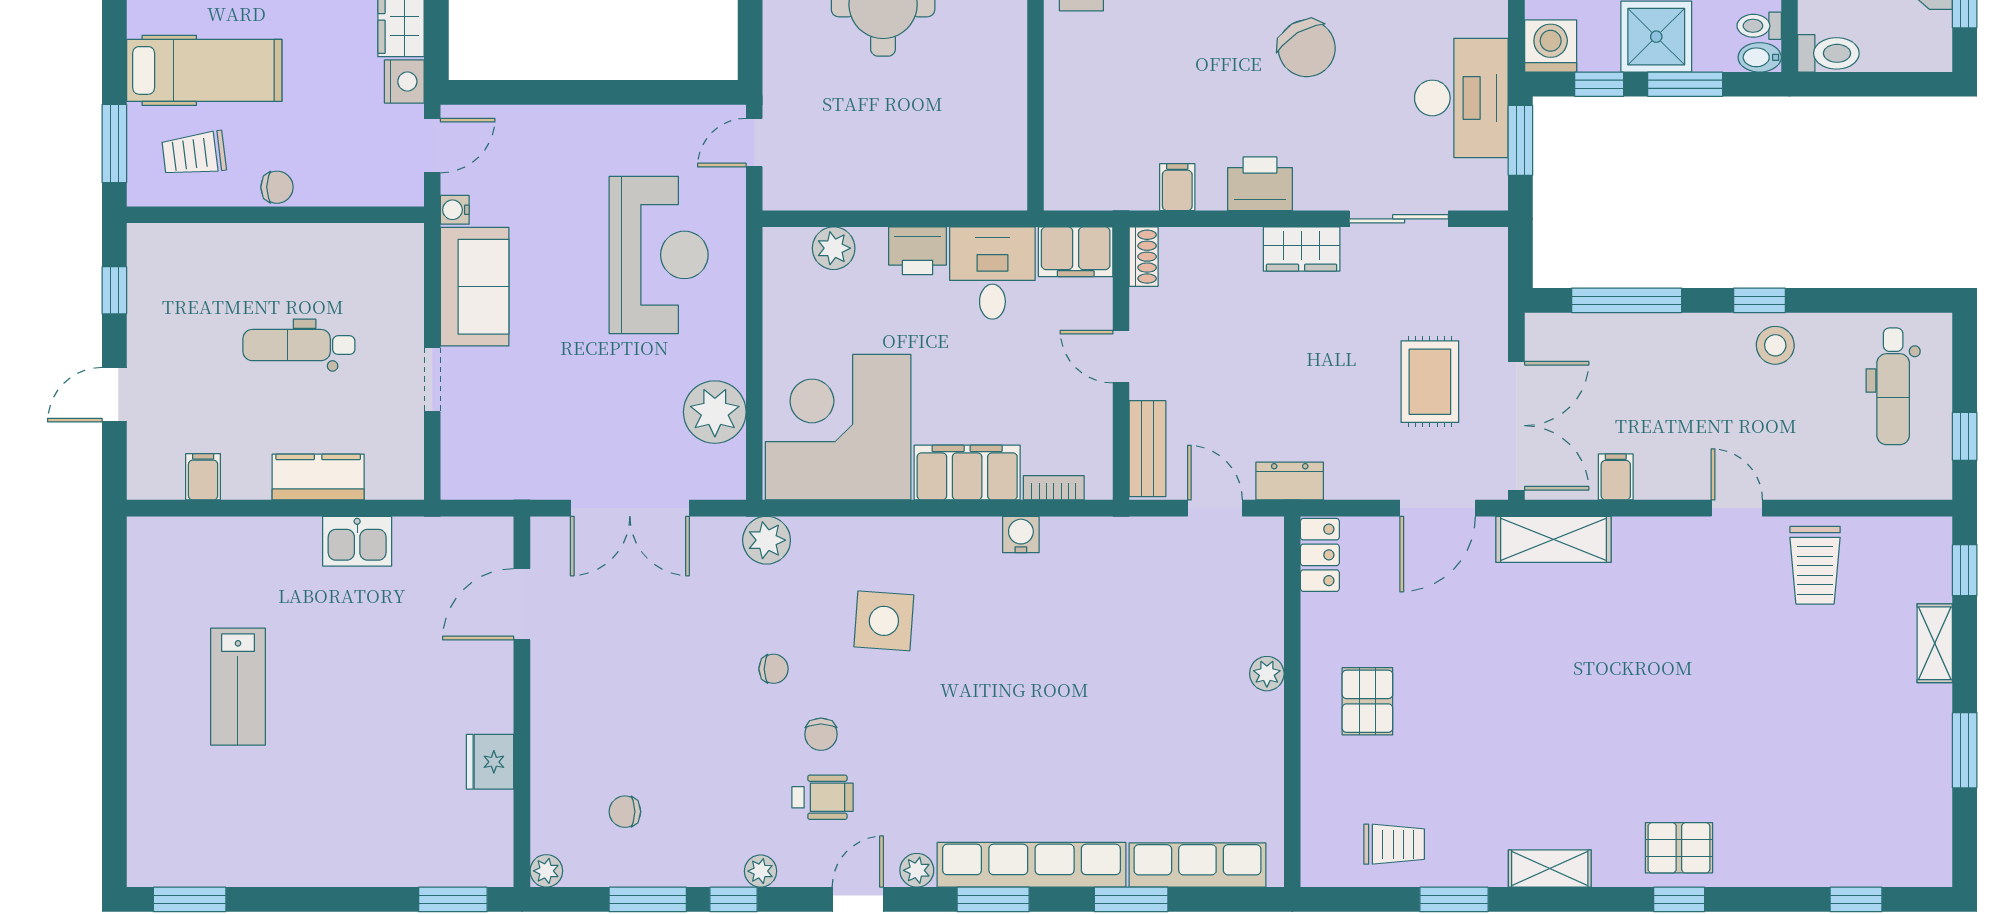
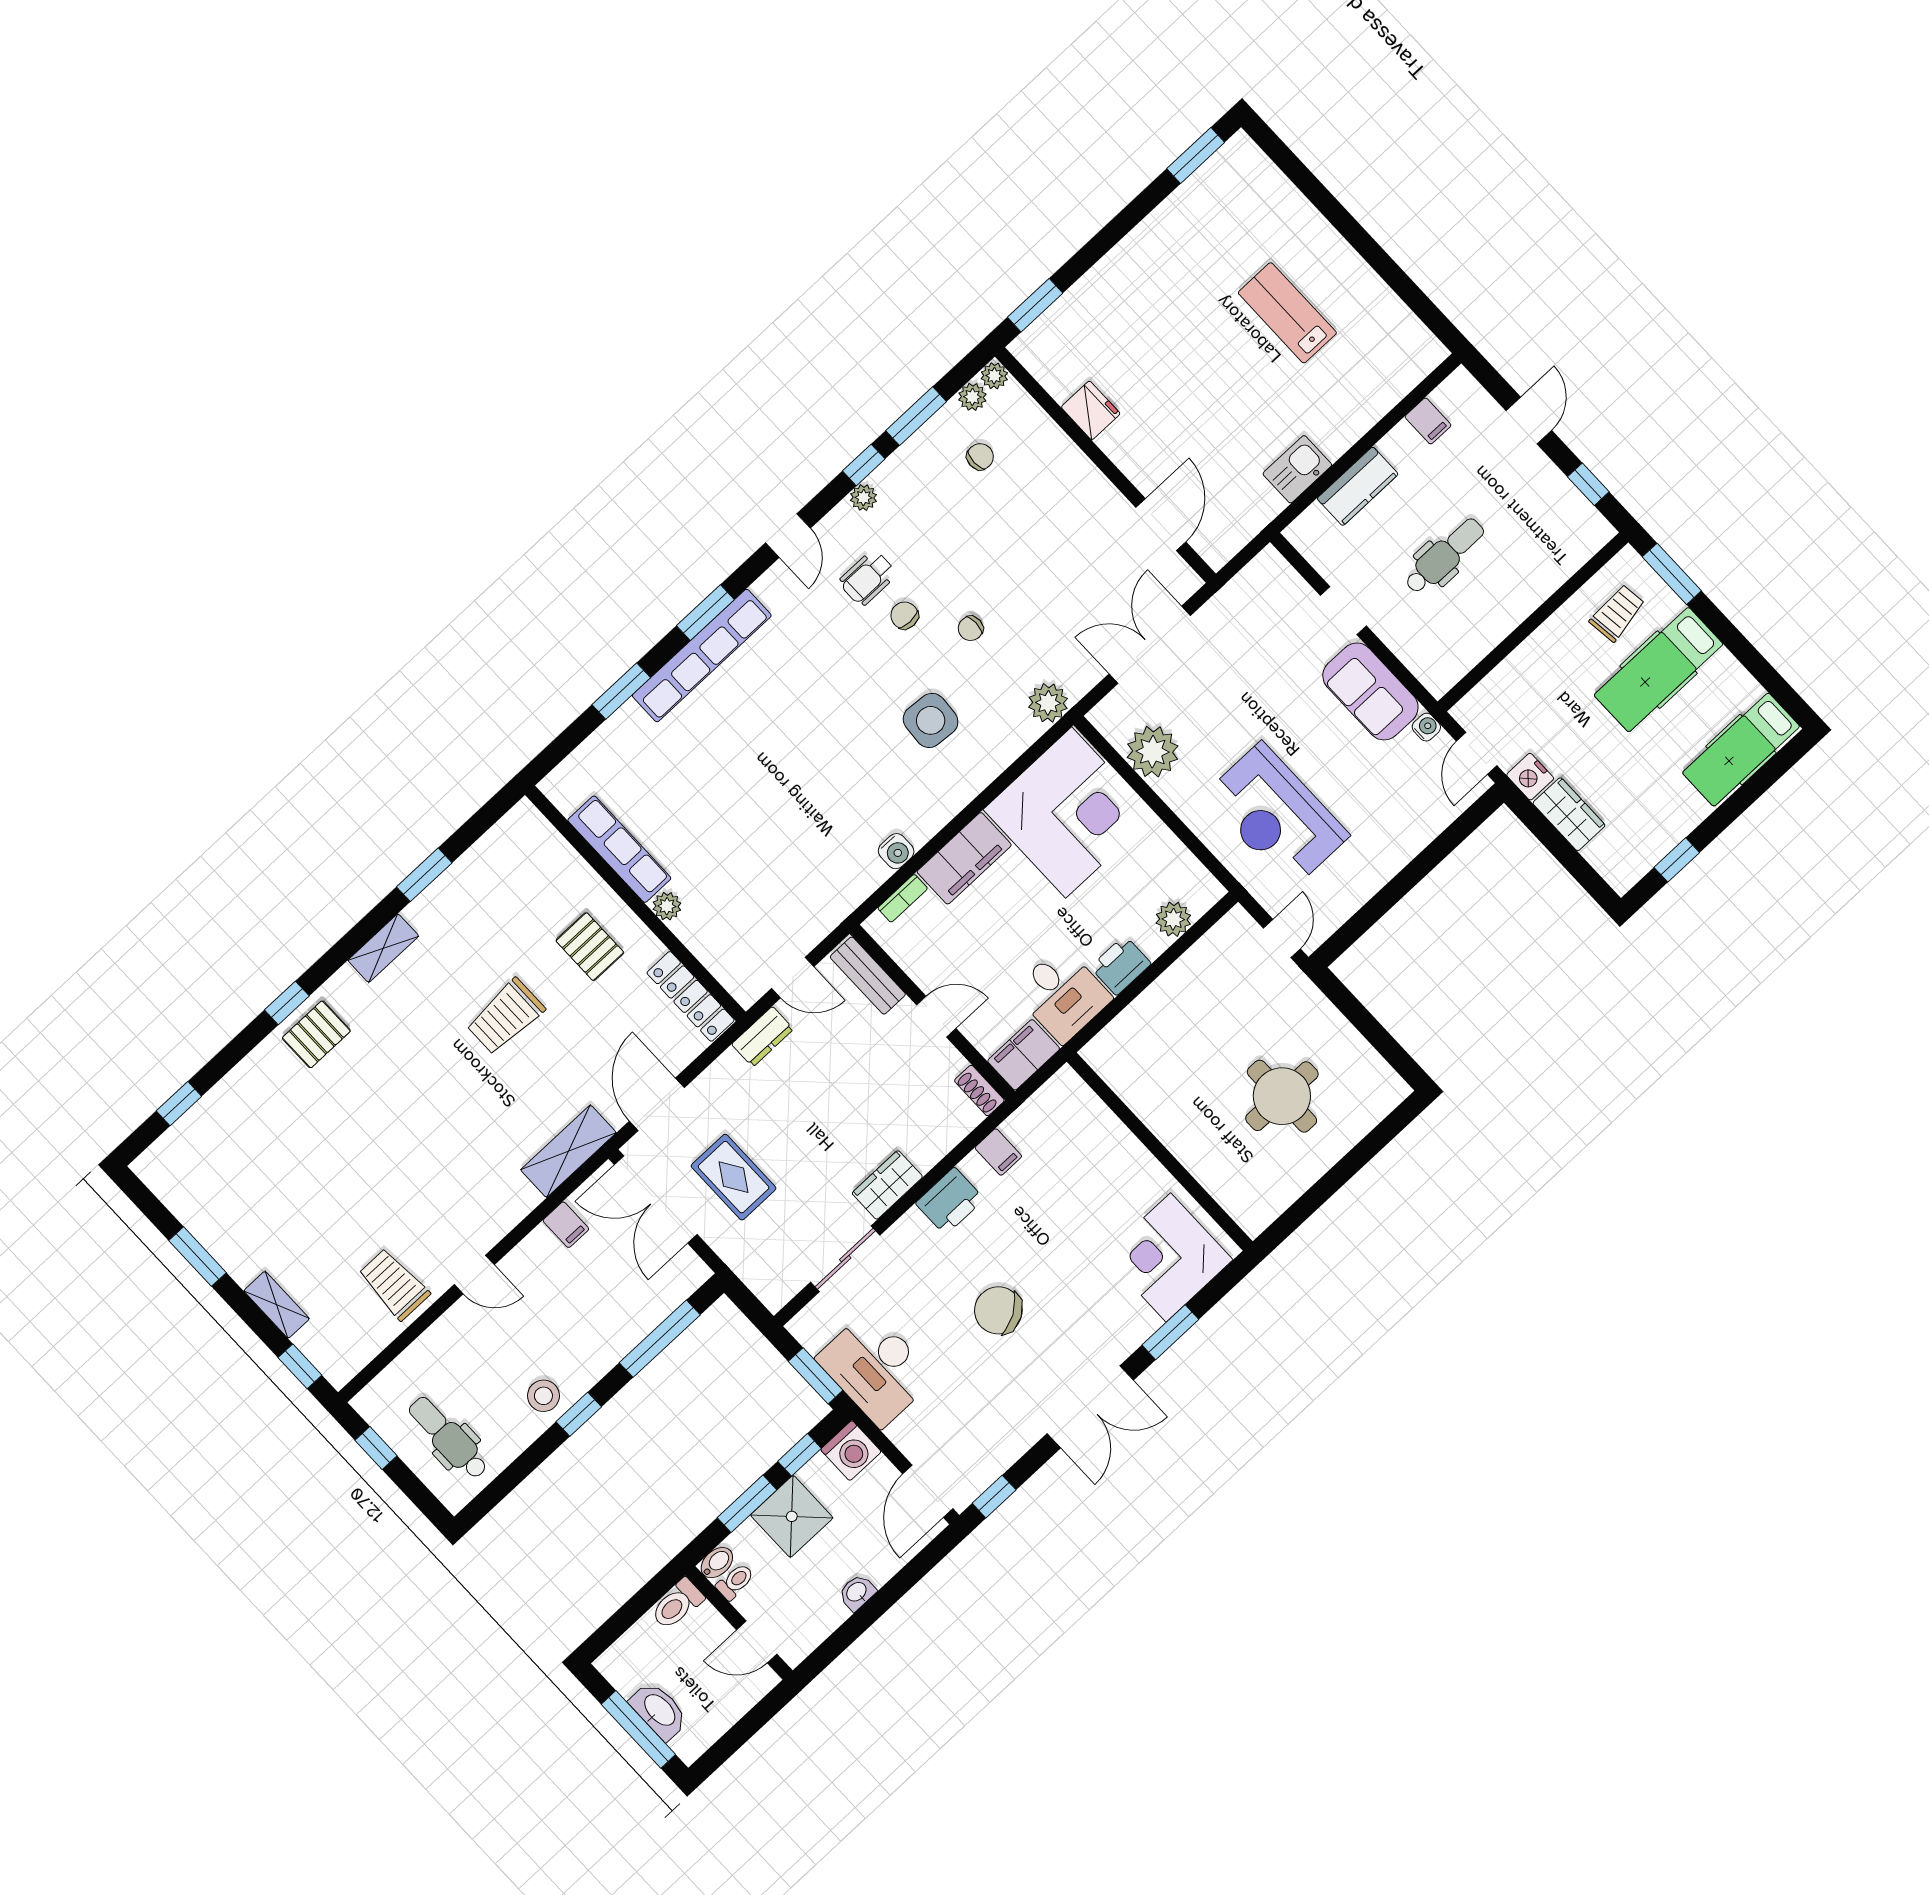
chair: (277, 187) -> (1548, 640), removed
locker: (1320, 555) -> (691, 996), width x1.53
trolley: (1394, 844) -> (505, 1017), moved, width x1.36, depth x1.39
row of seats: (1197, 865) -> (619, 849), moved, turned -90
plant: (917, 870) -> (972, 397), moved

